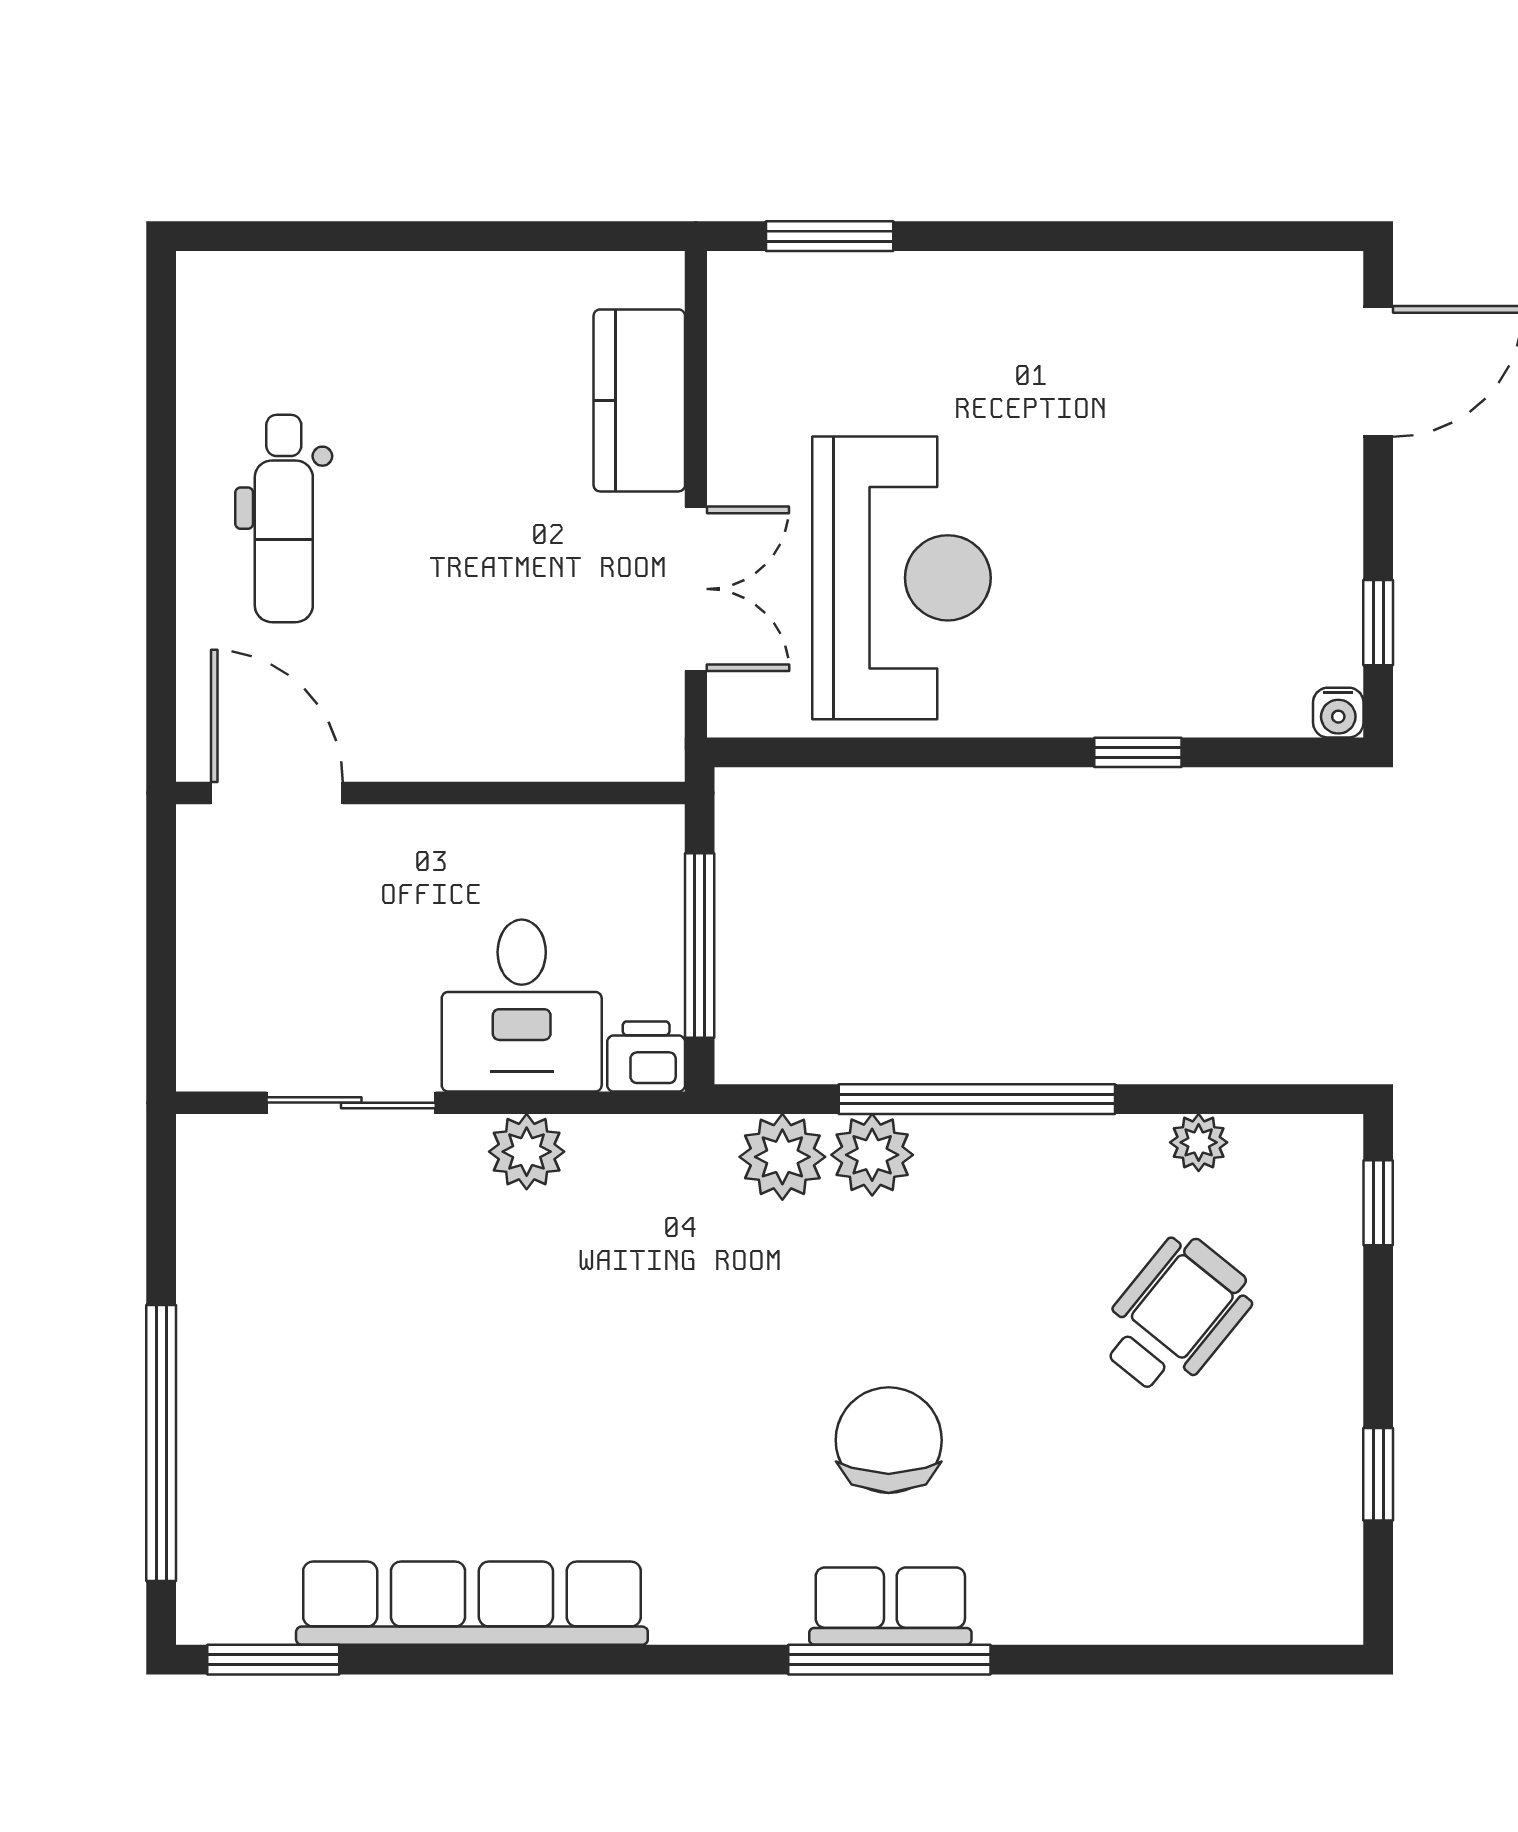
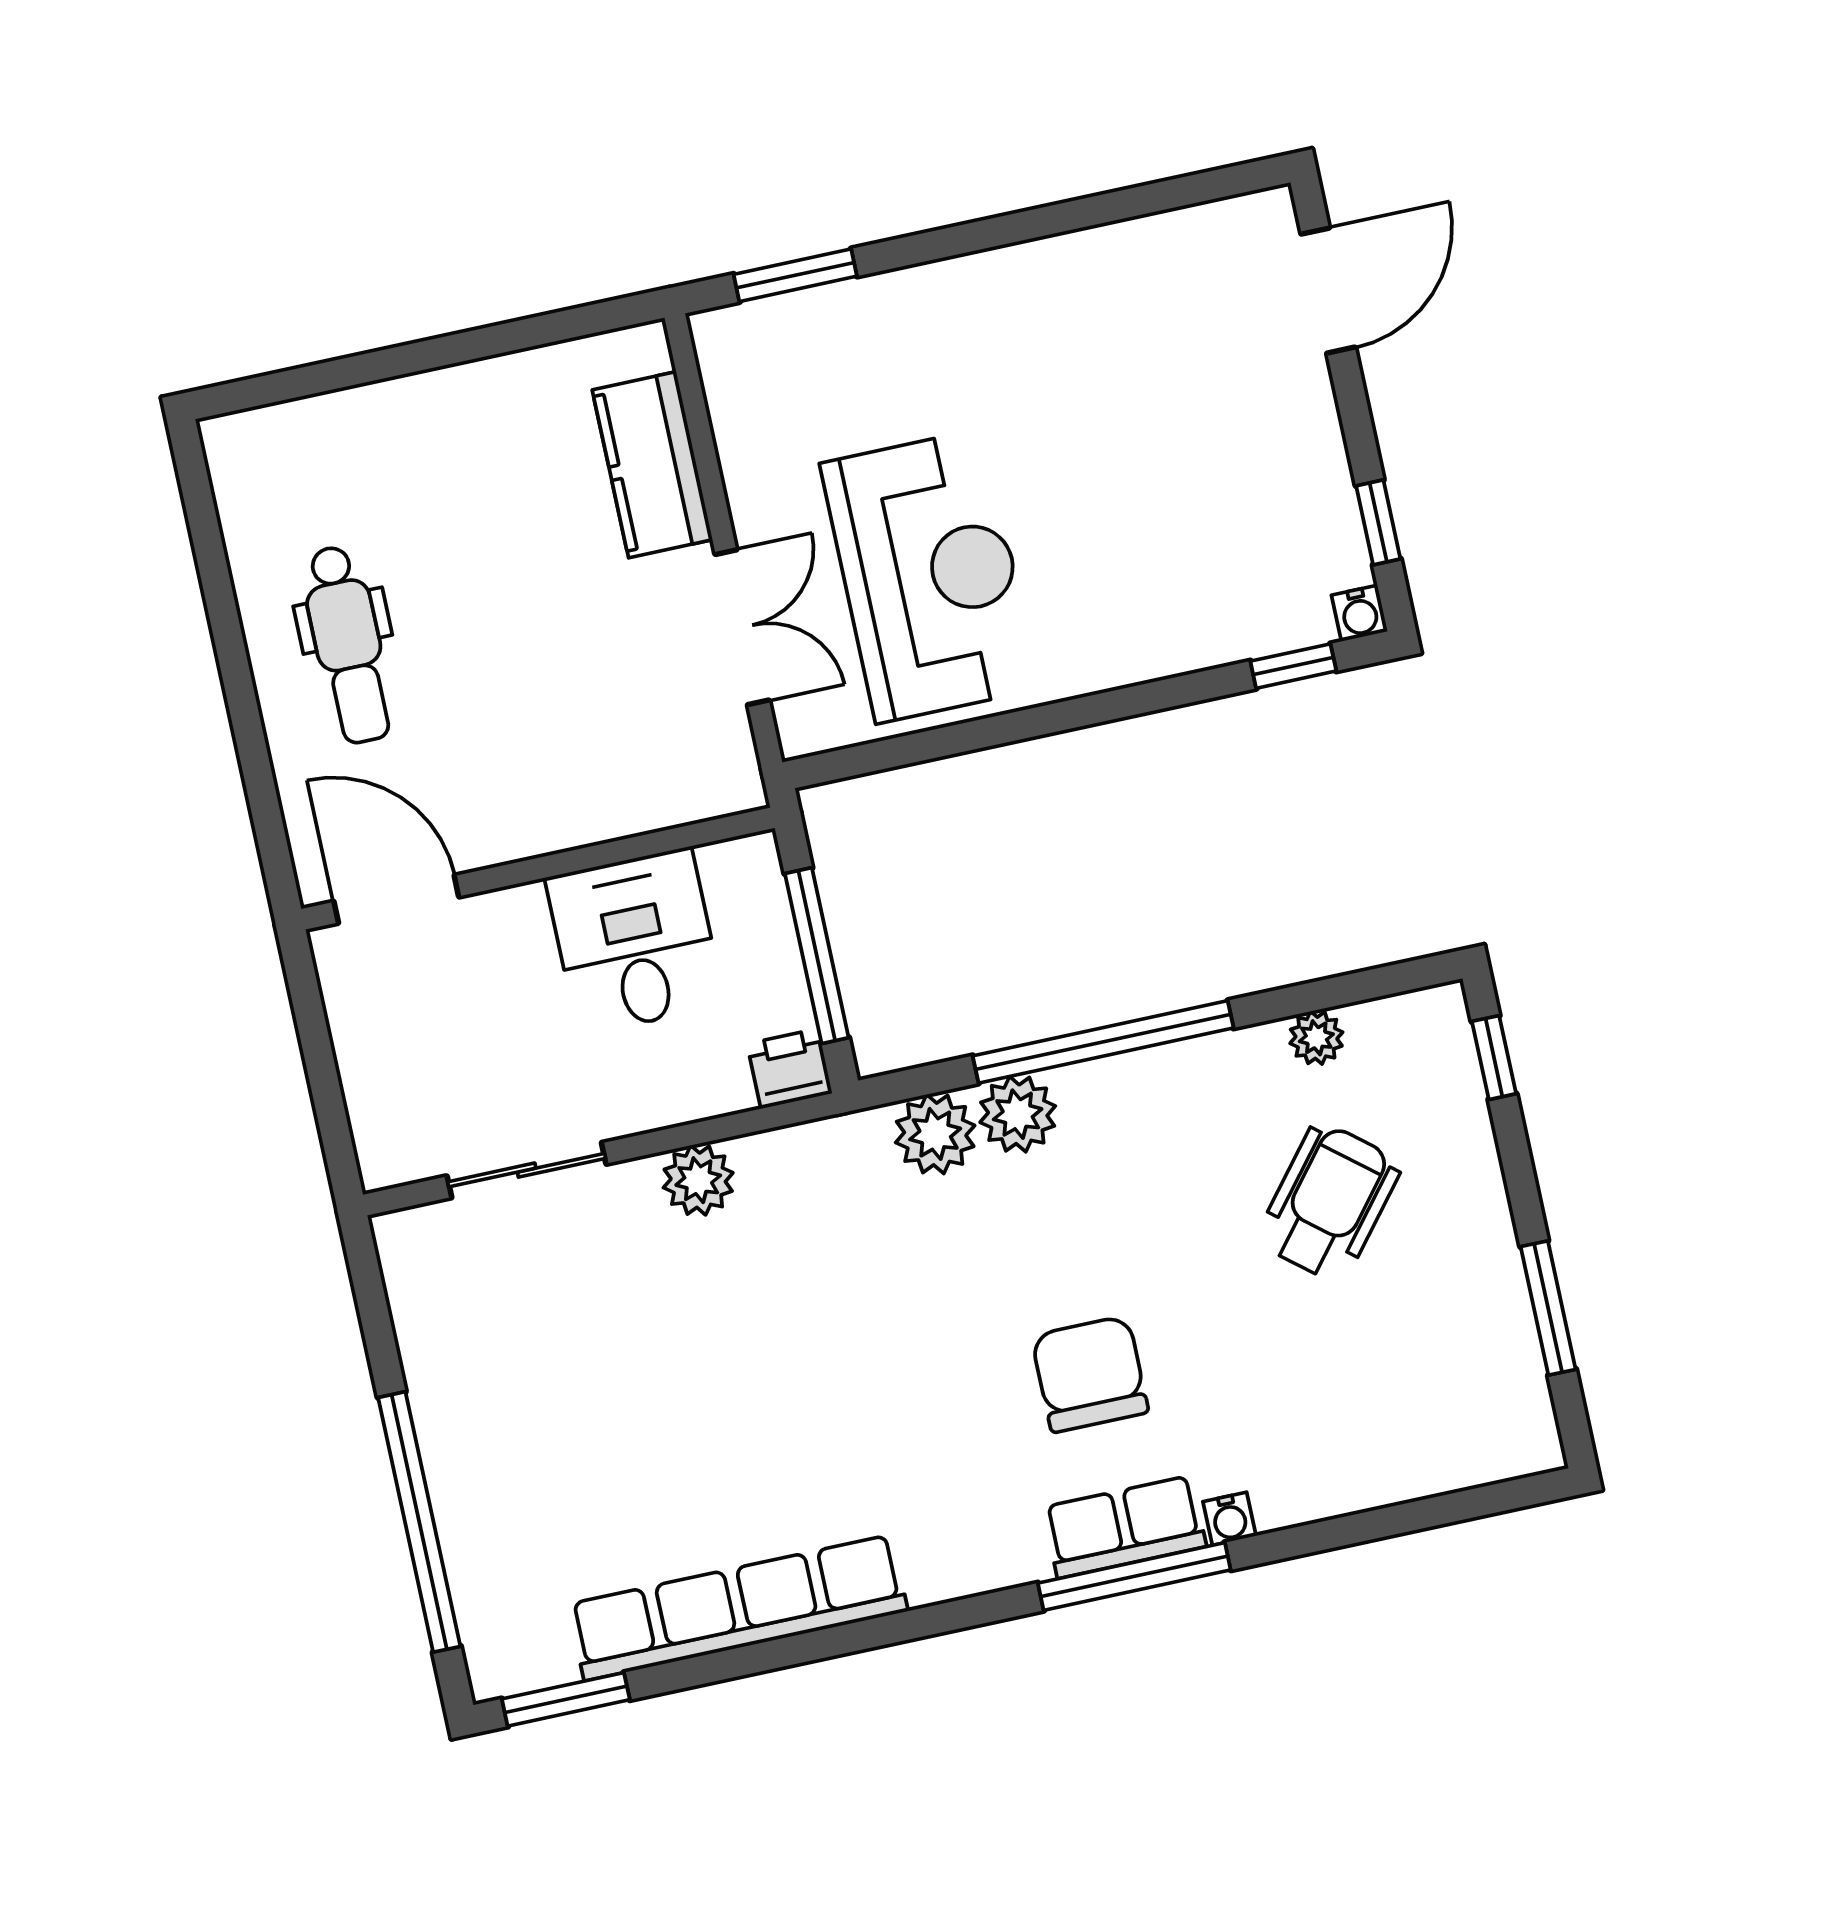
window: (1138, 752) -> (1293, 666), moved
desk: (522, 1006) -> (635, 941), moved, turned 180
window: (1378, 1474) -> (1548, 1308), width x1.50
water cooler: (1001, 1621) -> (1229, 1519), added

